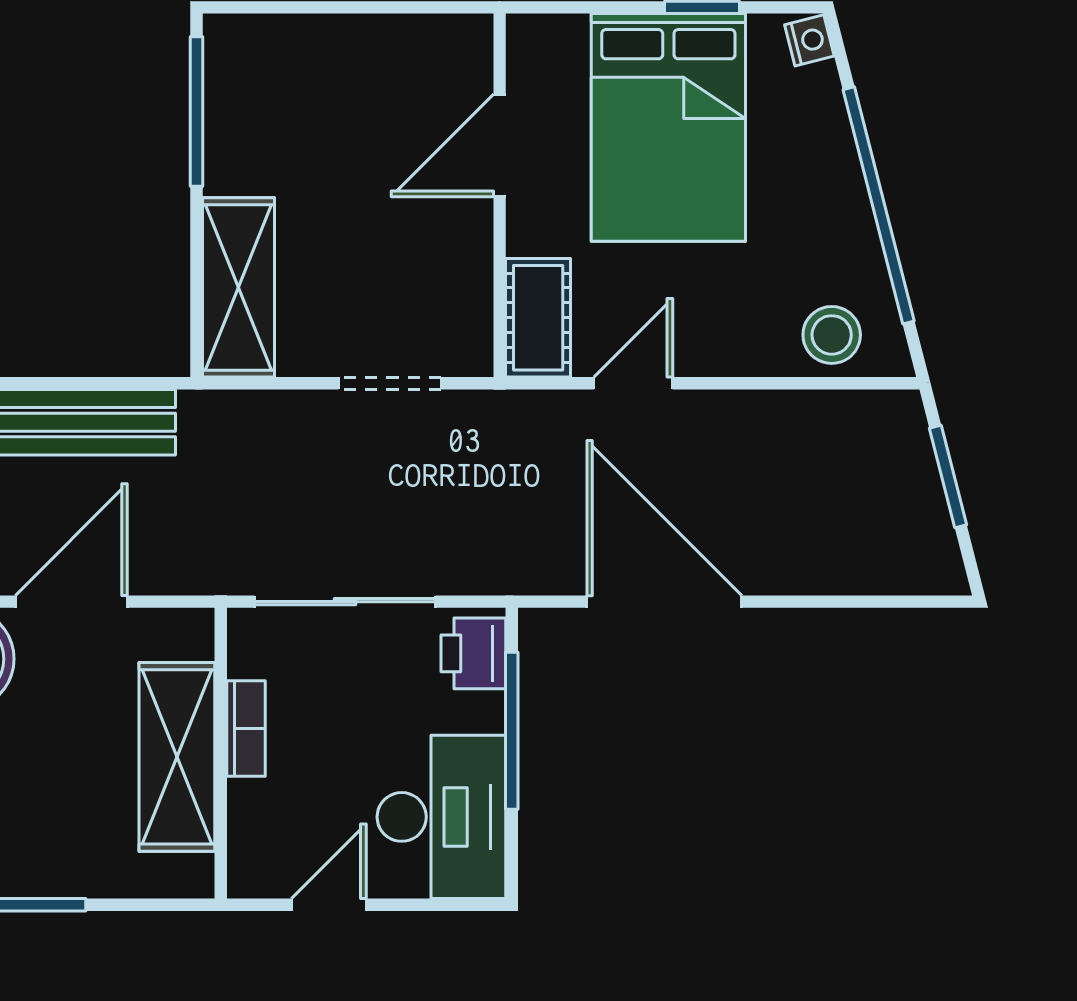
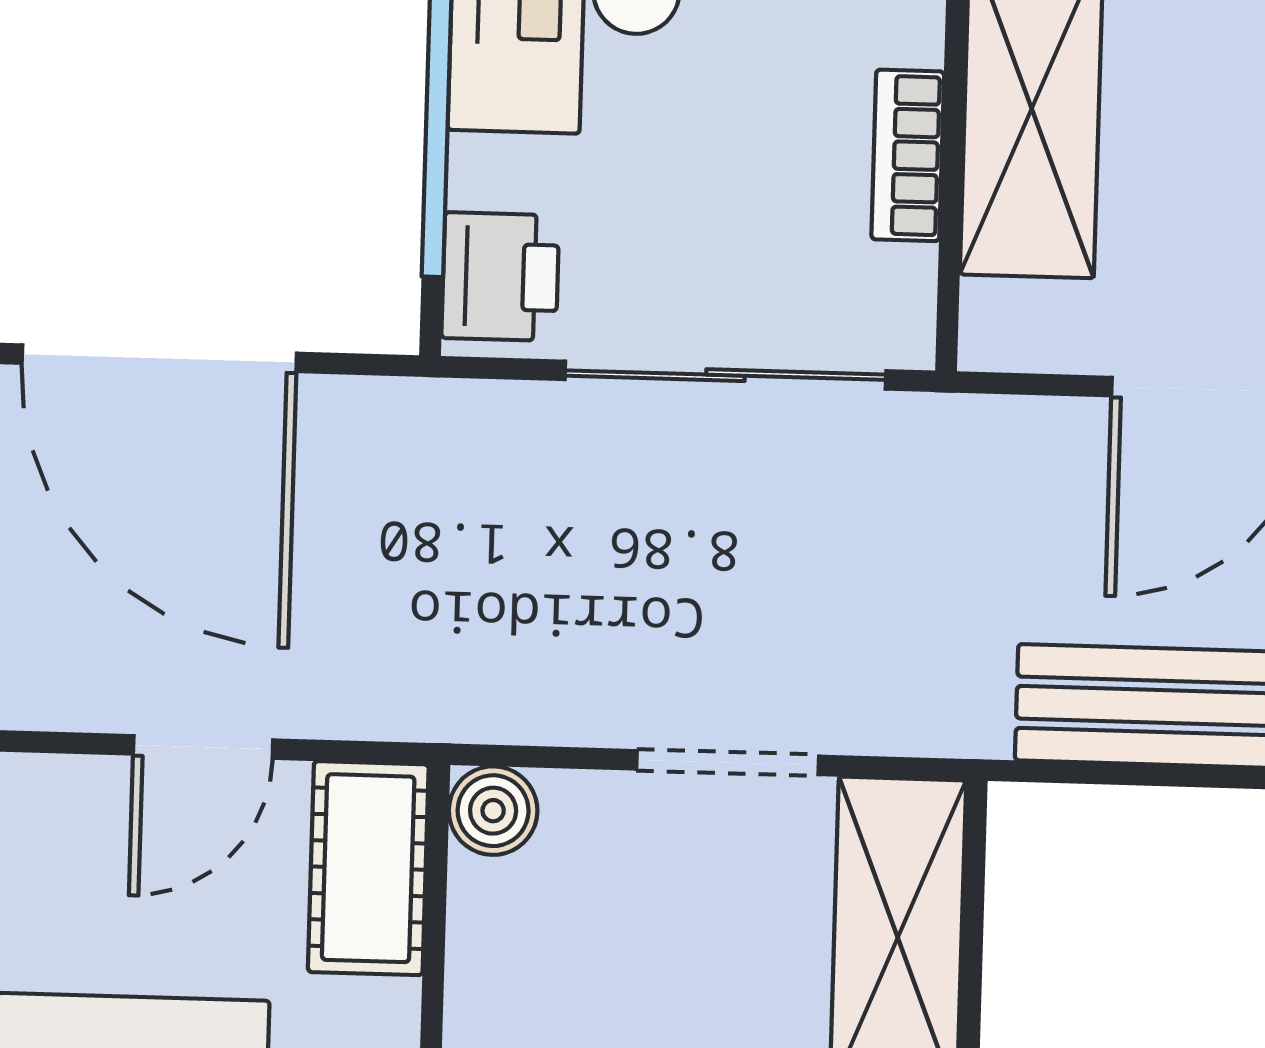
boiler: (469, 352) -> (493, 811), added
doorway: (390, 383) -> (728, 763), moved

